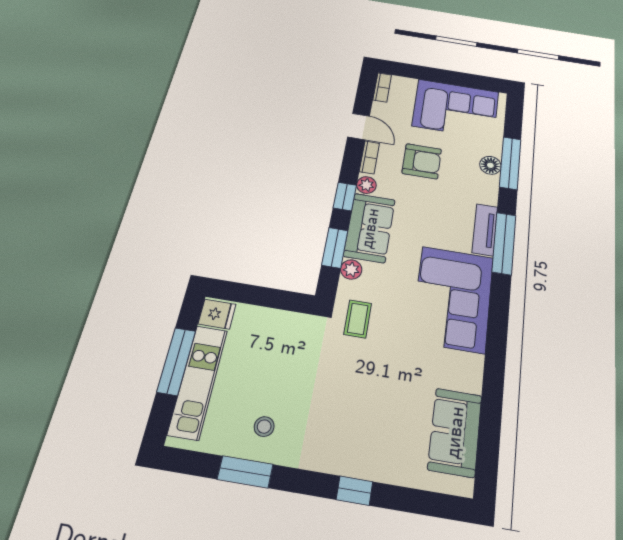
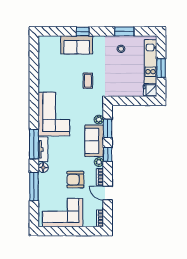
floor lamp: (490, 165) -> (43, 168), moved
coffee table: (358, 319) -> (88, 81), moved
window: (176, 361) -> (161, 68), width x0.69
sofa: (455, 432) -> (77, 45), moved, turned 90

